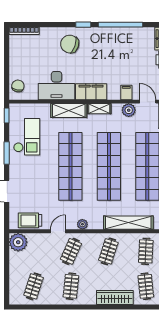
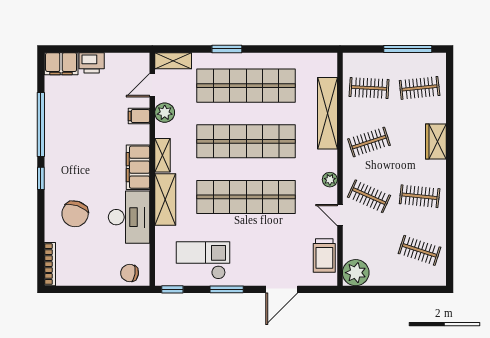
chair: (70, 44) -> (75, 214), moved
clothes rail: (108, 251) -> (369, 142), turned -36
wardrobe: (115, 298) -> (436, 142), width x0.67

